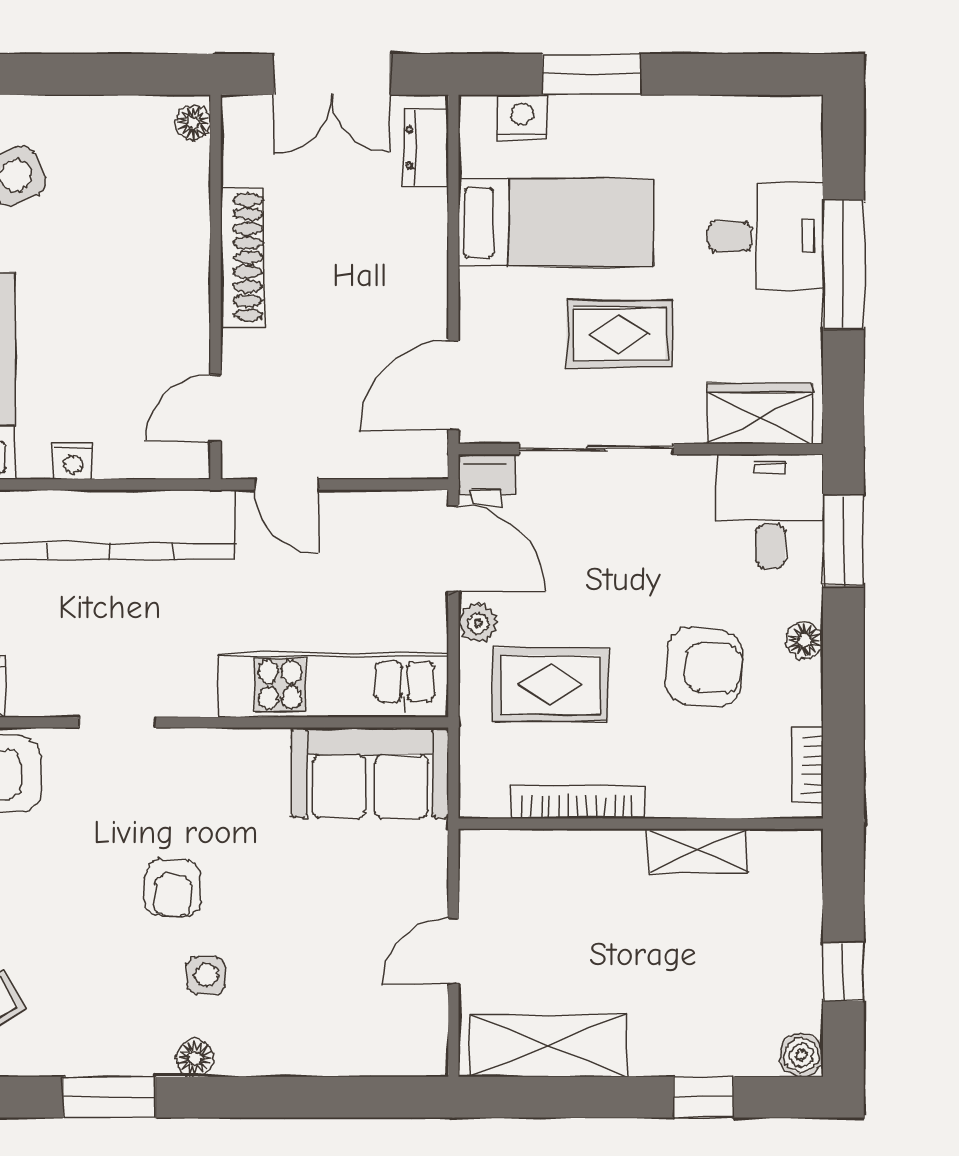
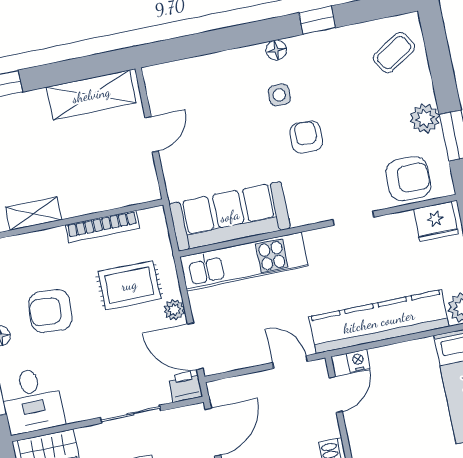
sliding door: (596, 449) -> (131, 414), width x0.73
nightstand: (73, 461) -> (358, 361), moved
sofa: (370, 773) -> (230, 216), width x1.36
window: (109, 1097) -> (317, 20), width x0.67

